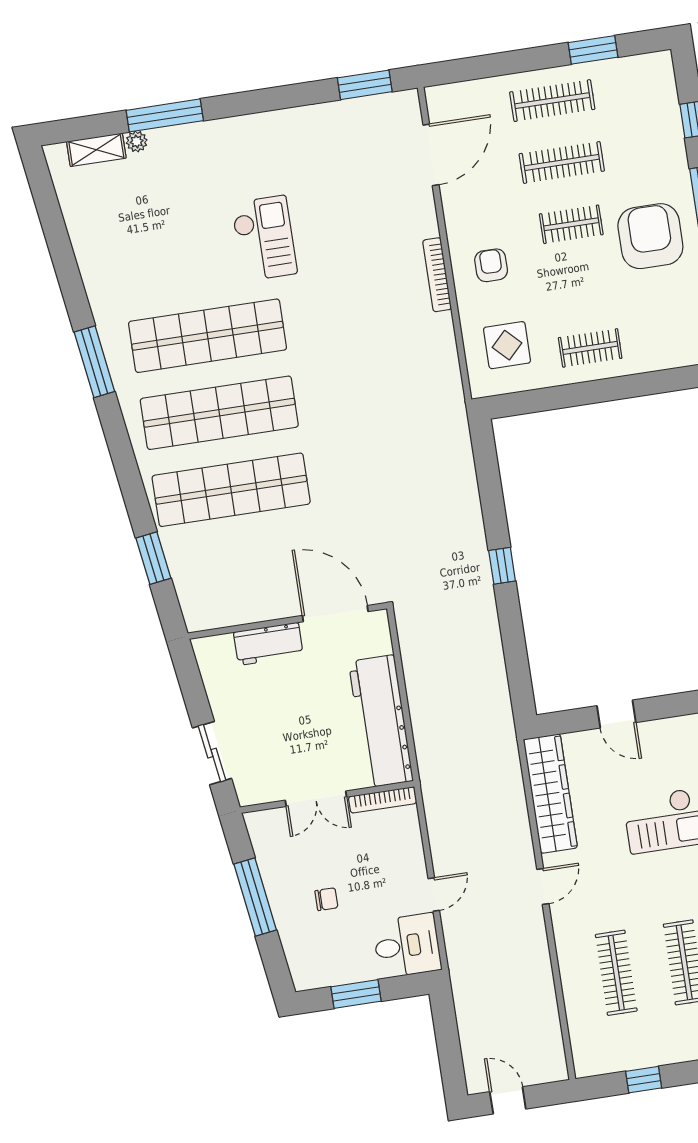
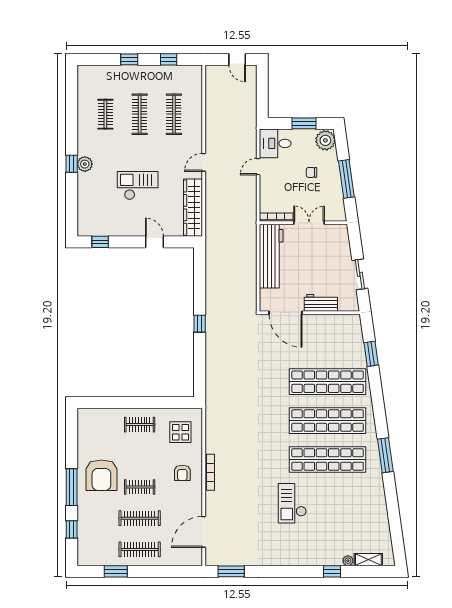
window: (165, 115) -> (332, 571), width x0.46
sliding door: (212, 753) -> (360, 274), moved
plant: (308, 967) -> (325, 140), added

